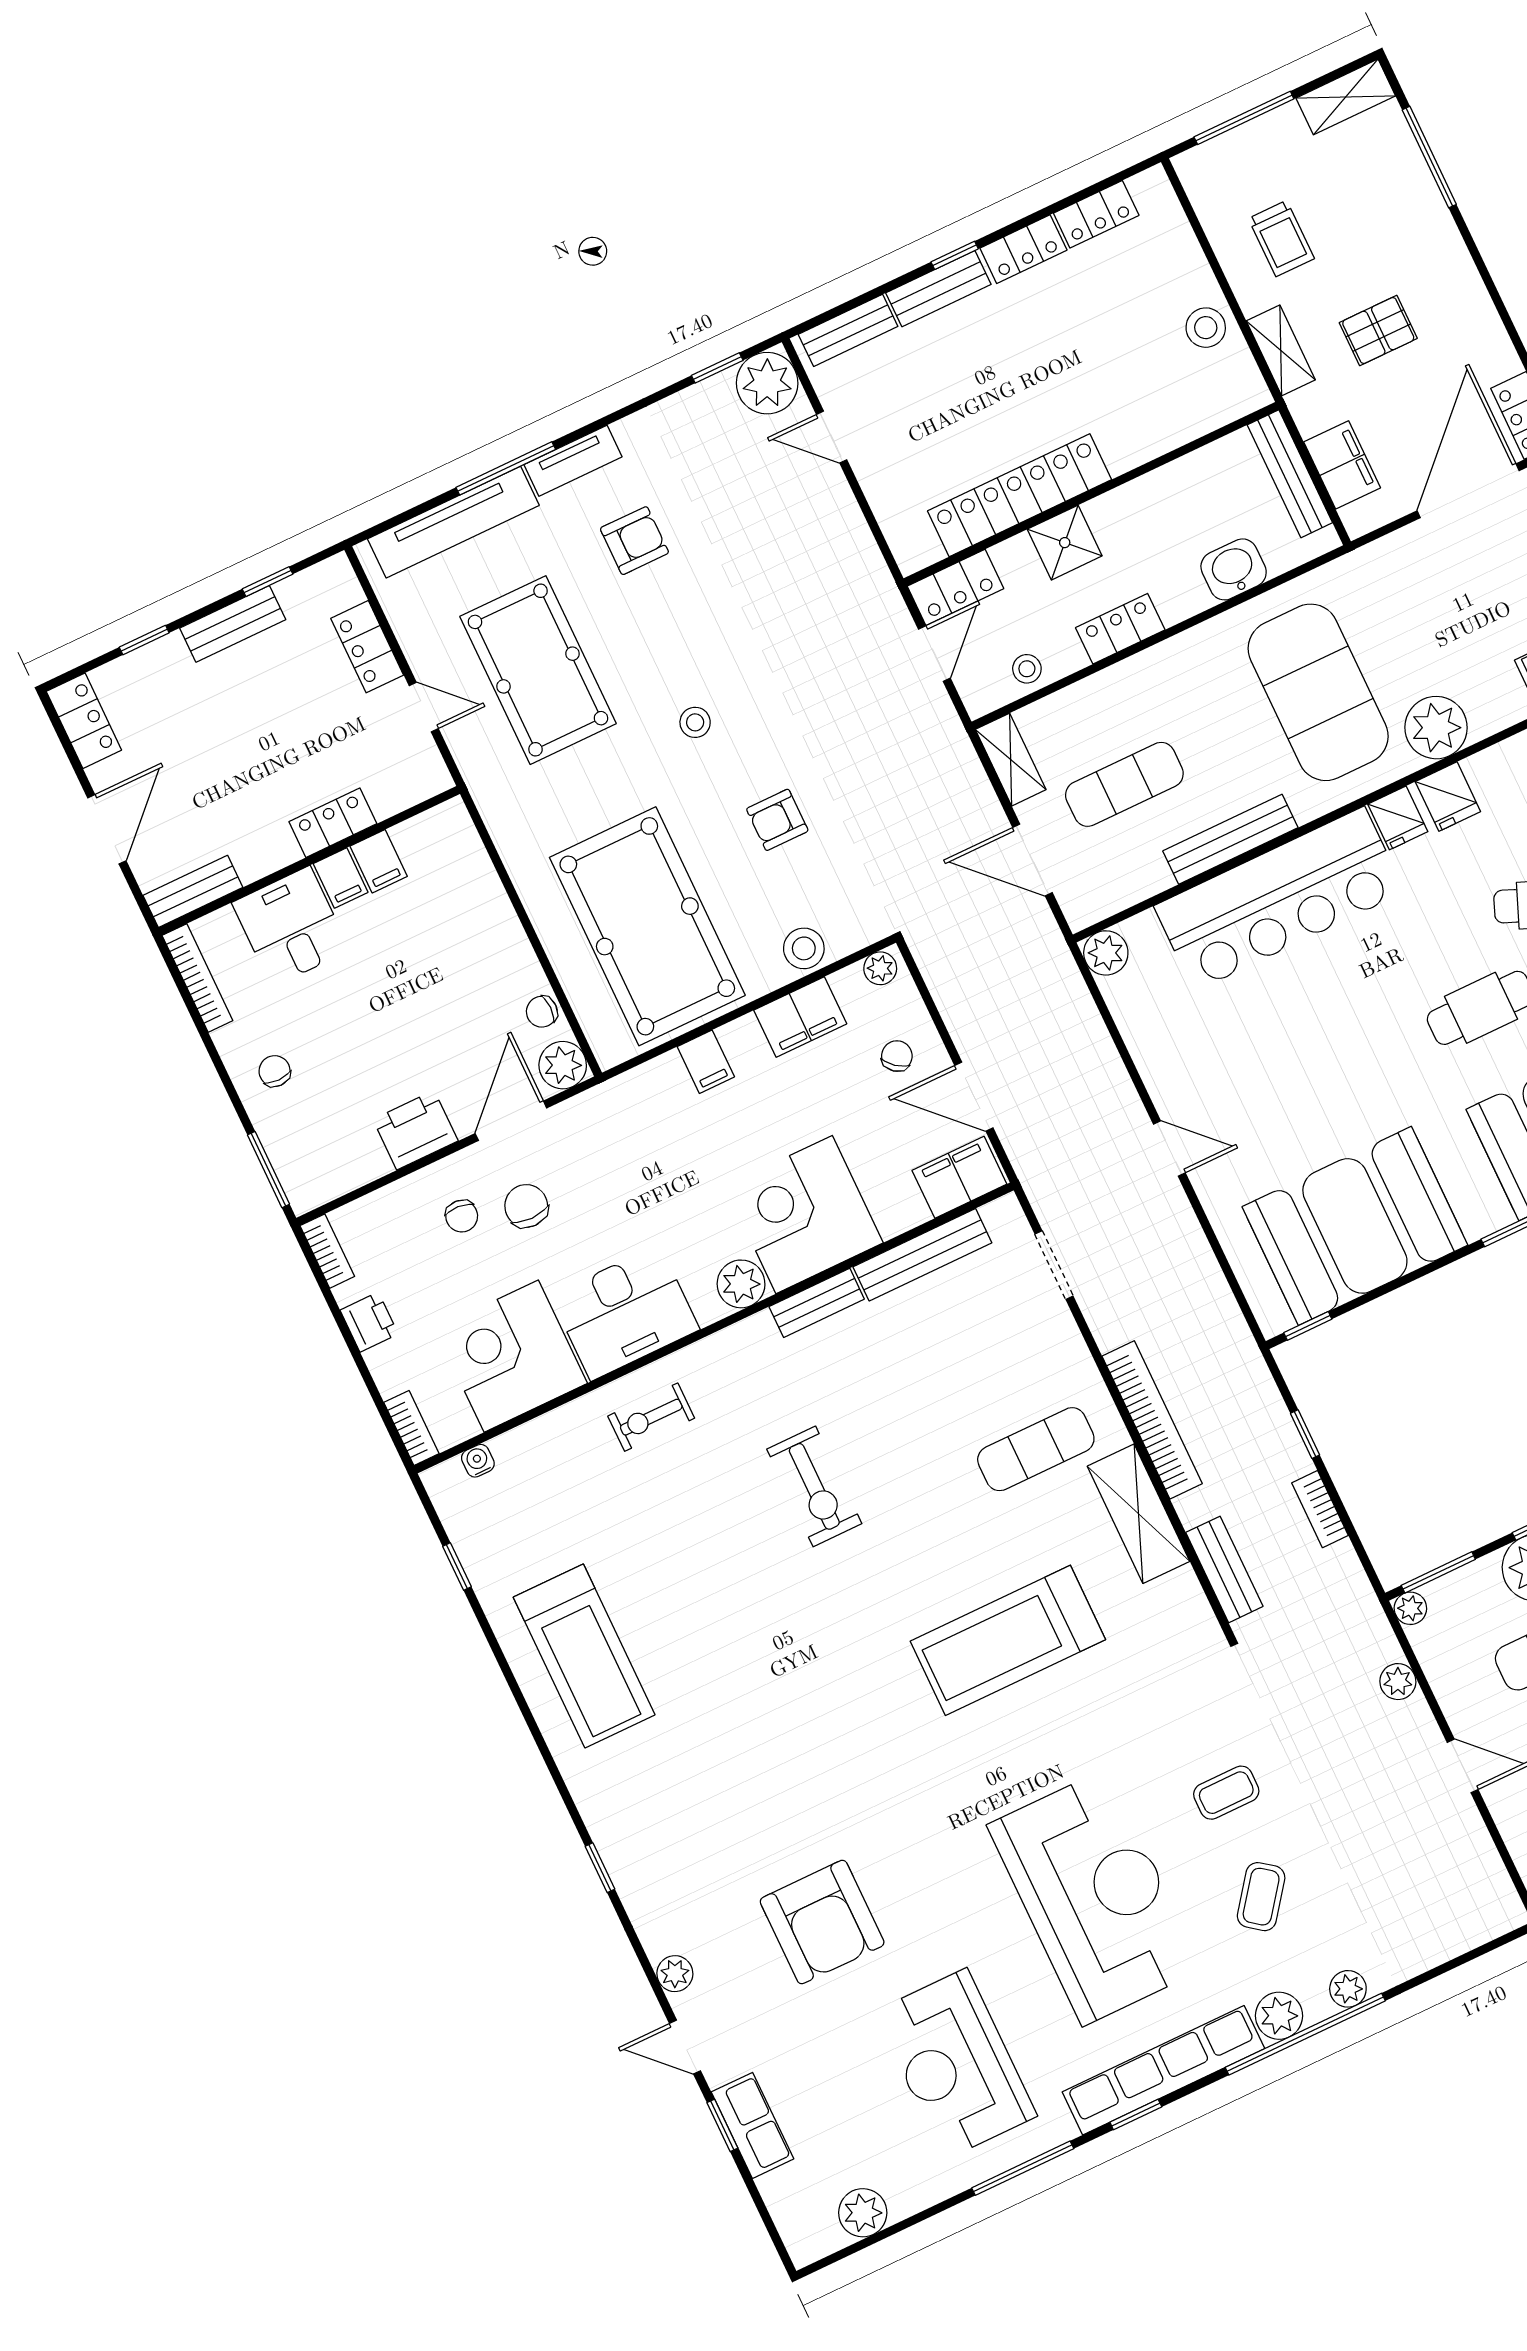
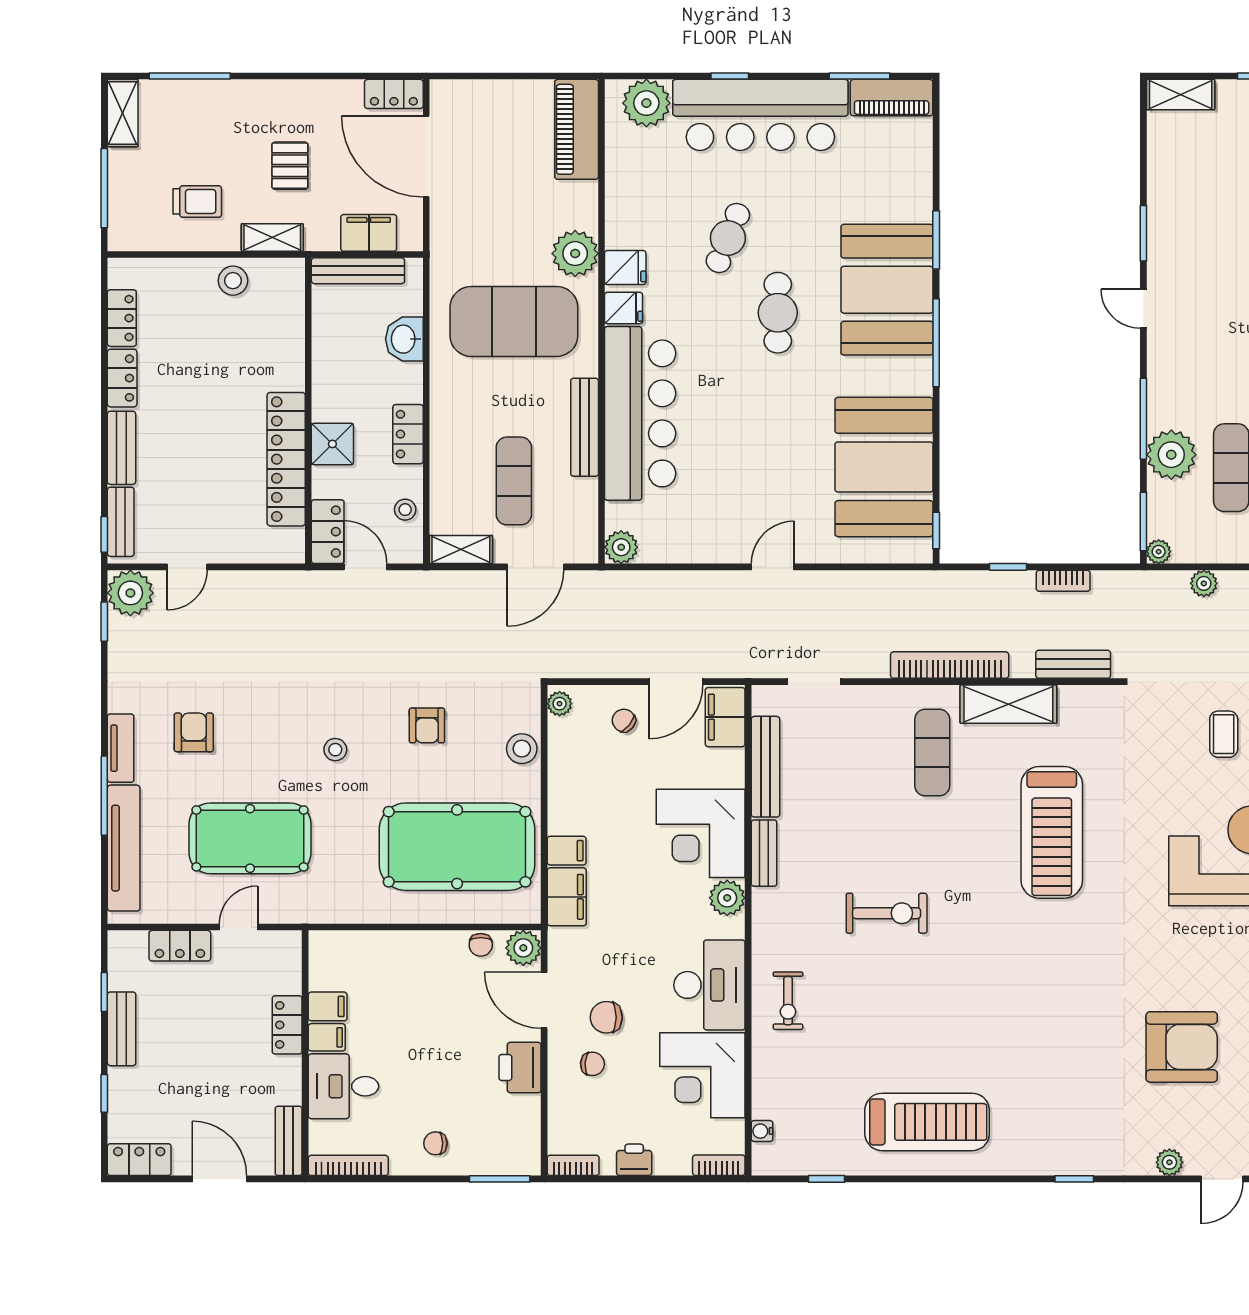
window: (955, 255) -> (104, 534), moved
filing cabinet: (800, 1017) -> (567, 897), moved

